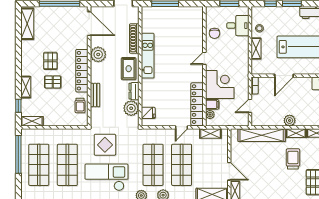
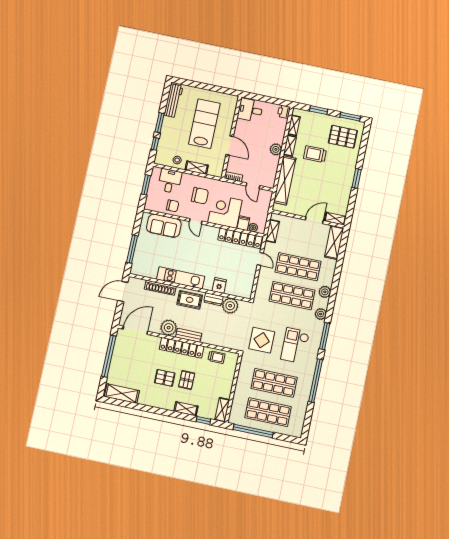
sofa: (194, 29) -> (164, 226), added
chair: (230, 57) -> (200, 196), added
bench: (95, 95) -> (189, 335), moved
fridge: (148, 113) -> (219, 285), moved
checkout: (107, 177) -> (295, 346), width x0.73, depth x0.83

